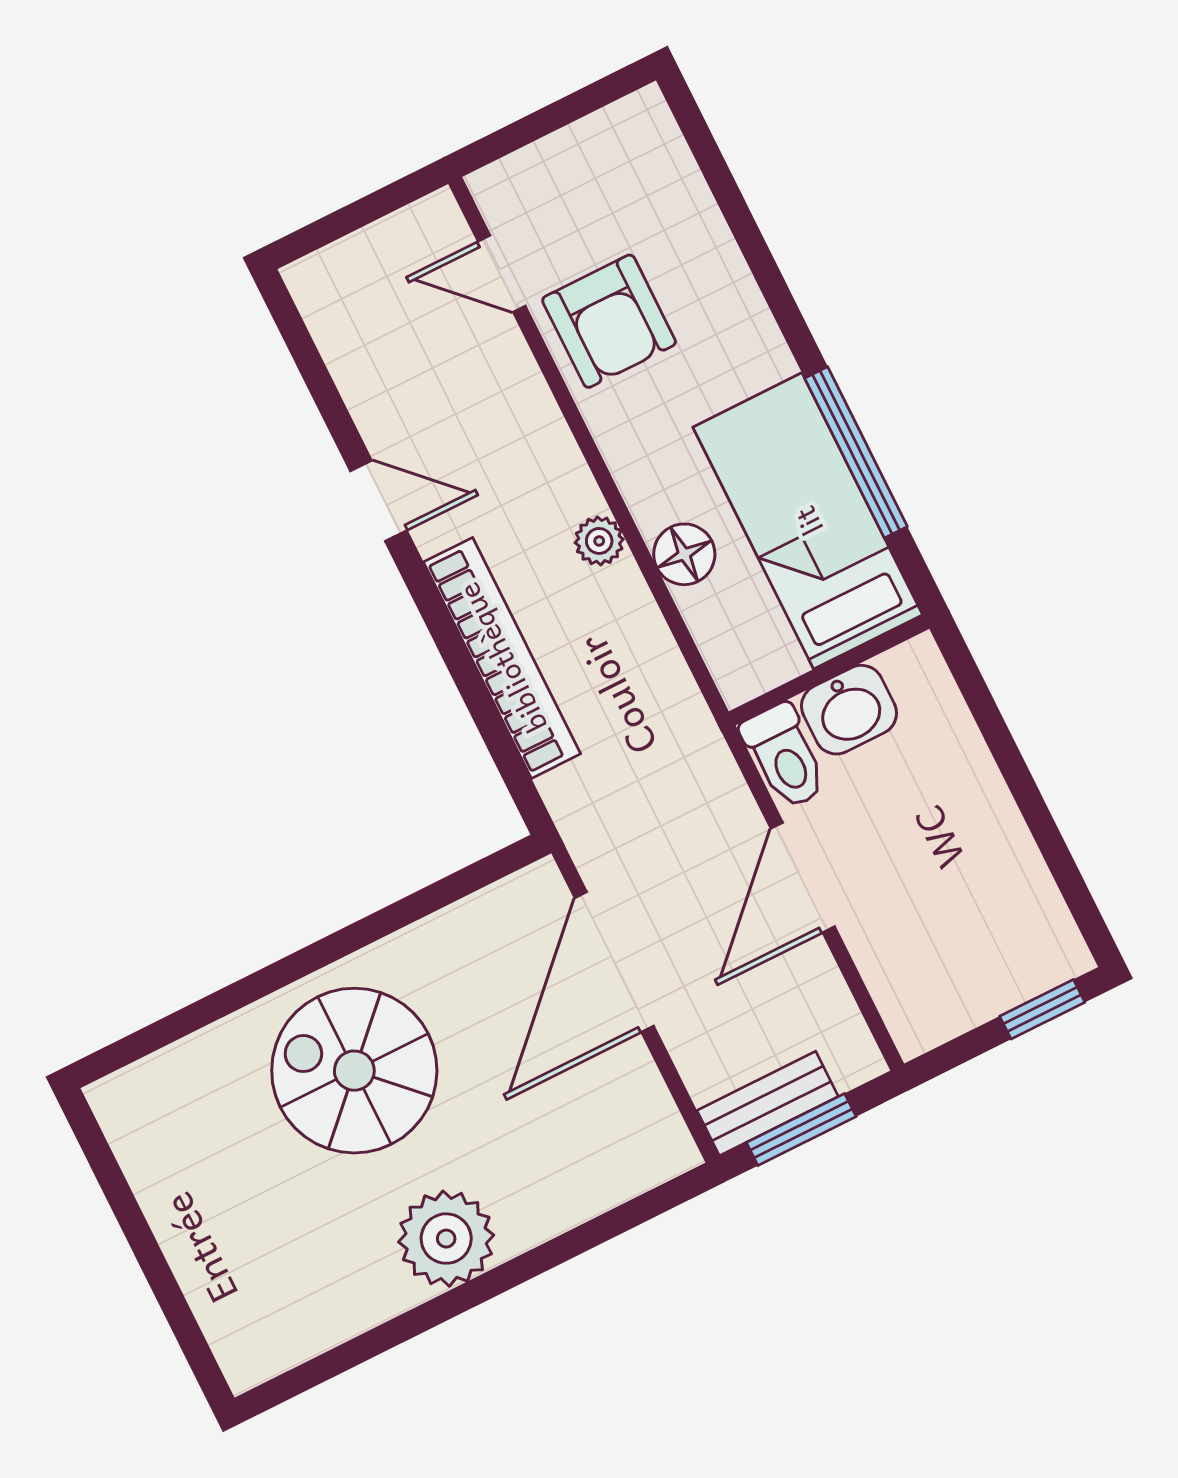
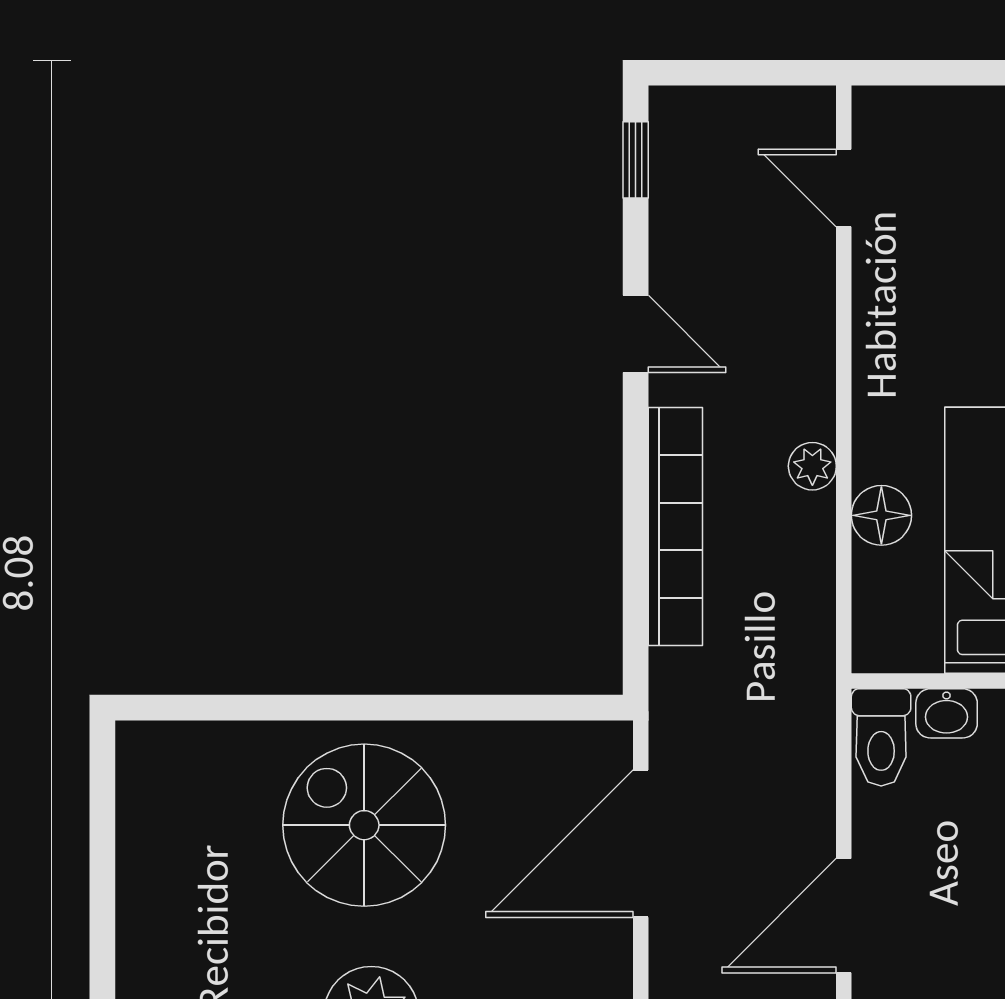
armchair: (609, 321) -> (918, 277), removed
window: (300, 343) -> (636, 160), added
washbasin: (849, 710) -> (947, 713), width x0.72, depth x0.69
door: (803, 878) -> (844, 916), moved

